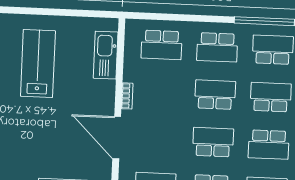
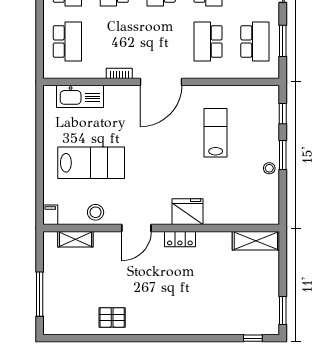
lab bench: (38, 64) -> (91, 163), turned 180

